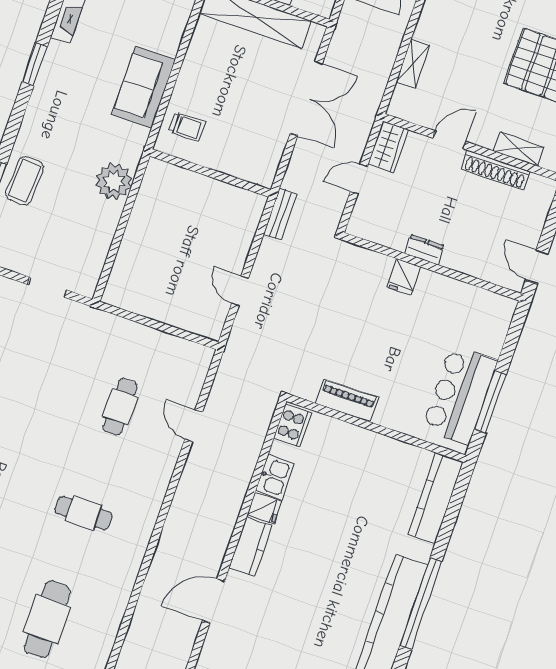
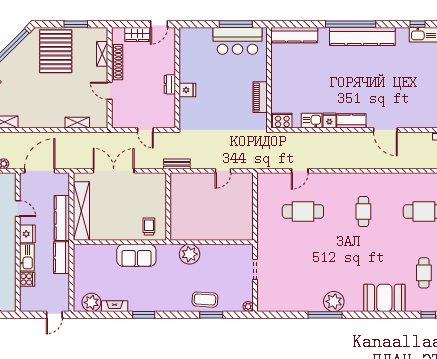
wardrobe: (388, 147) -> (137, 35), moved, turned 180
cafe table: (120, 407) -> (303, 211), width x1.37, depth x1.35

